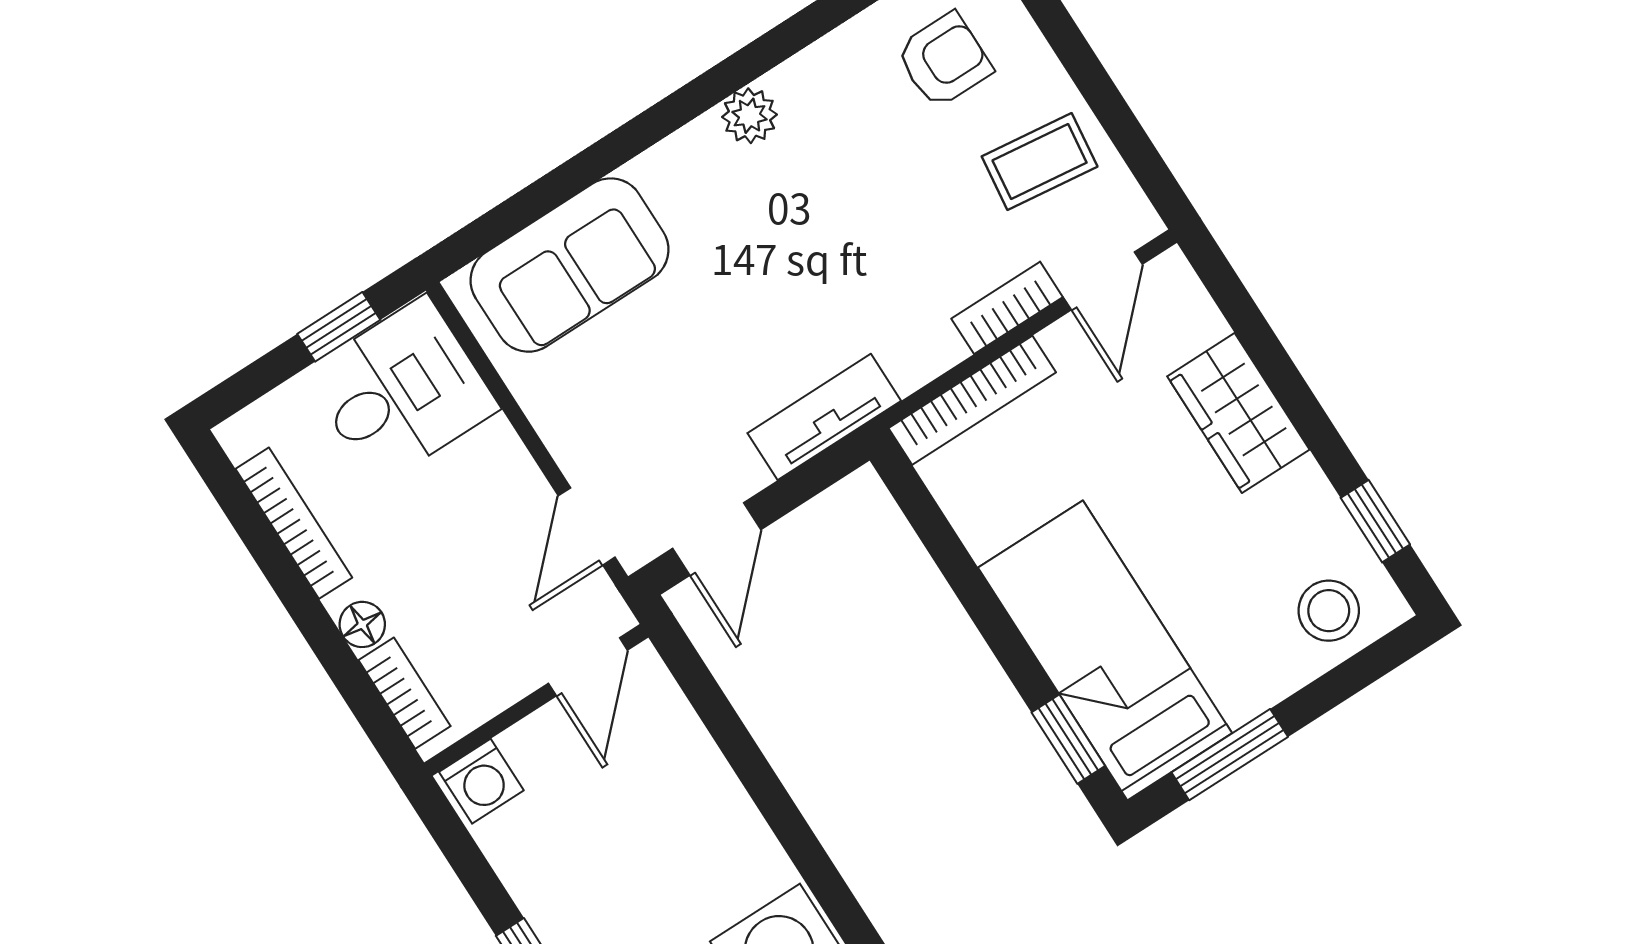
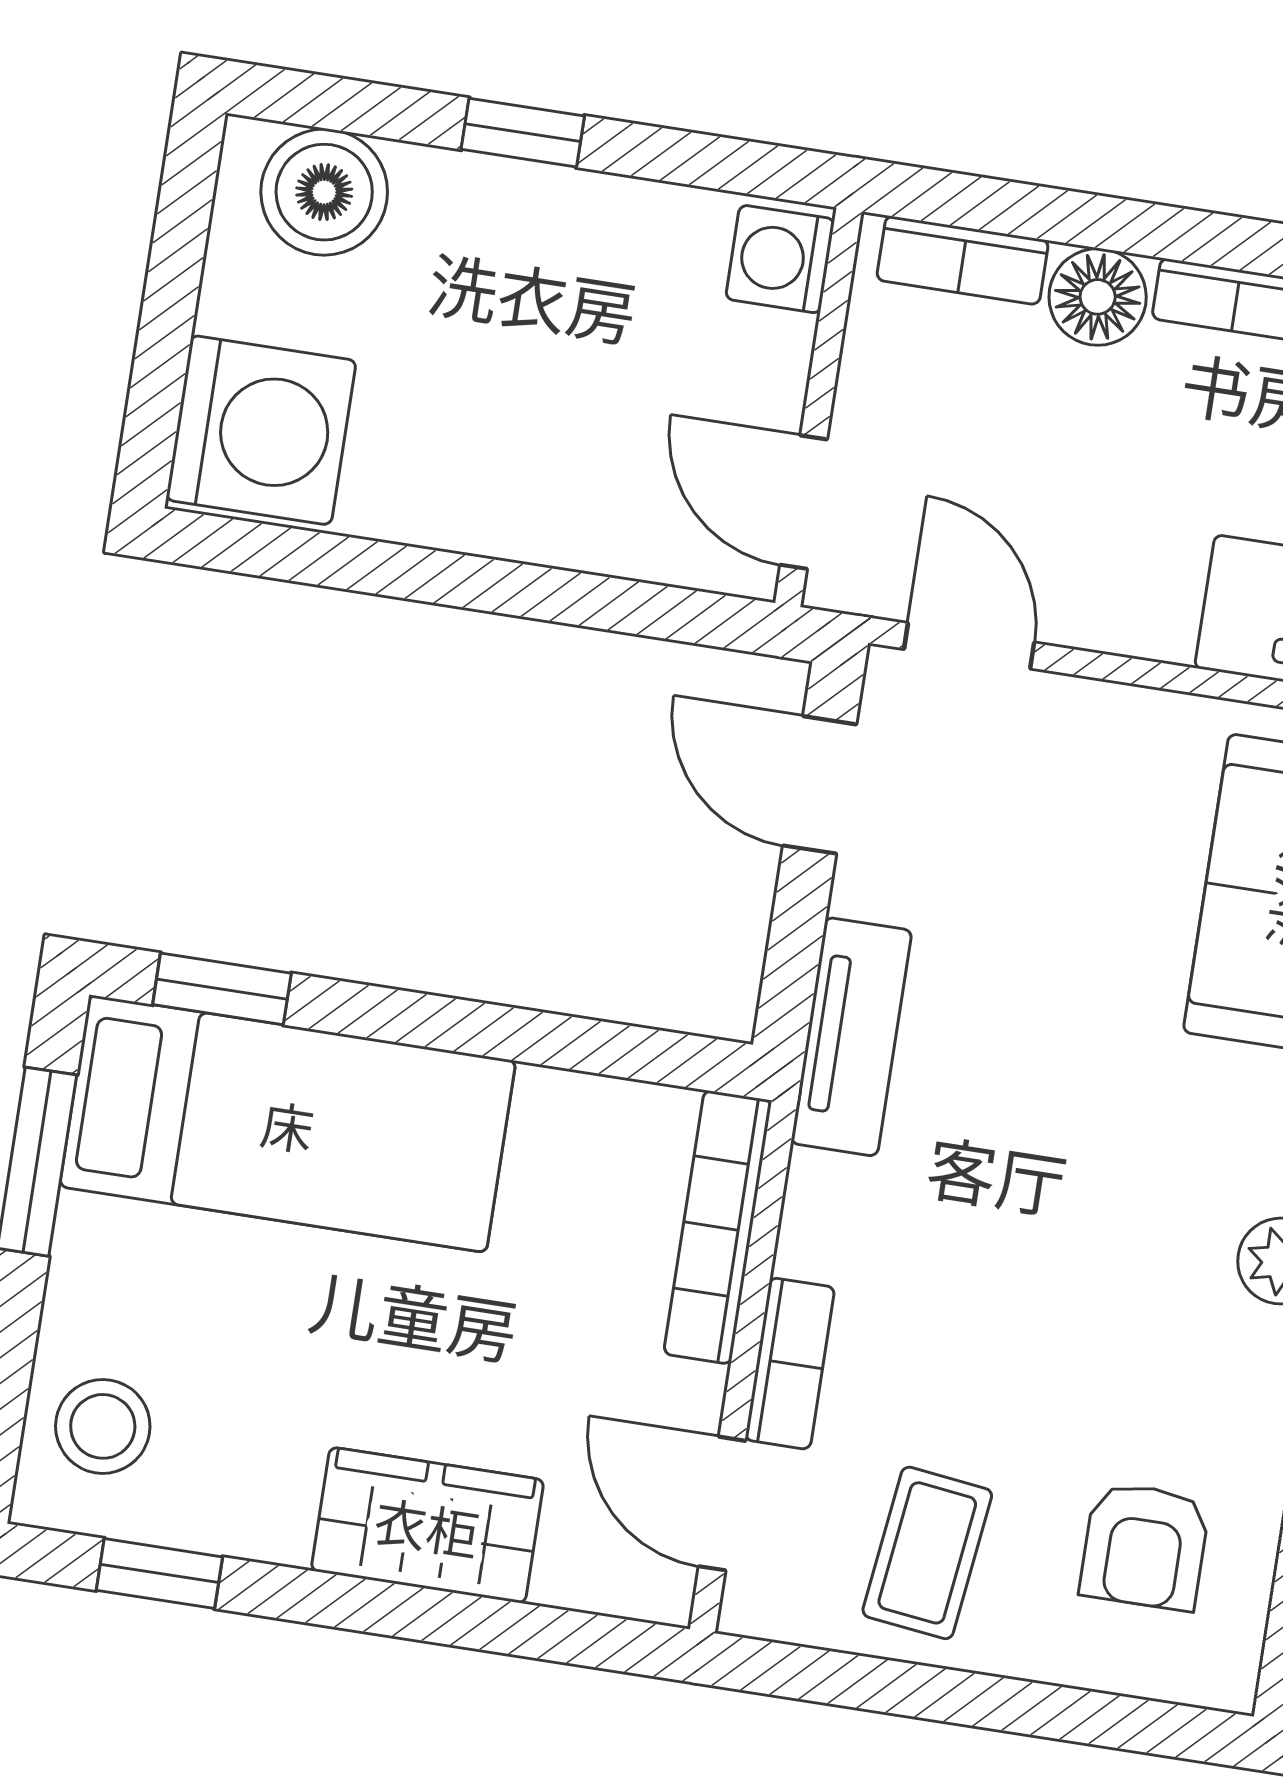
floor lamp: (362, 624) -> (1098, 297), width x1.37, depth x1.37

